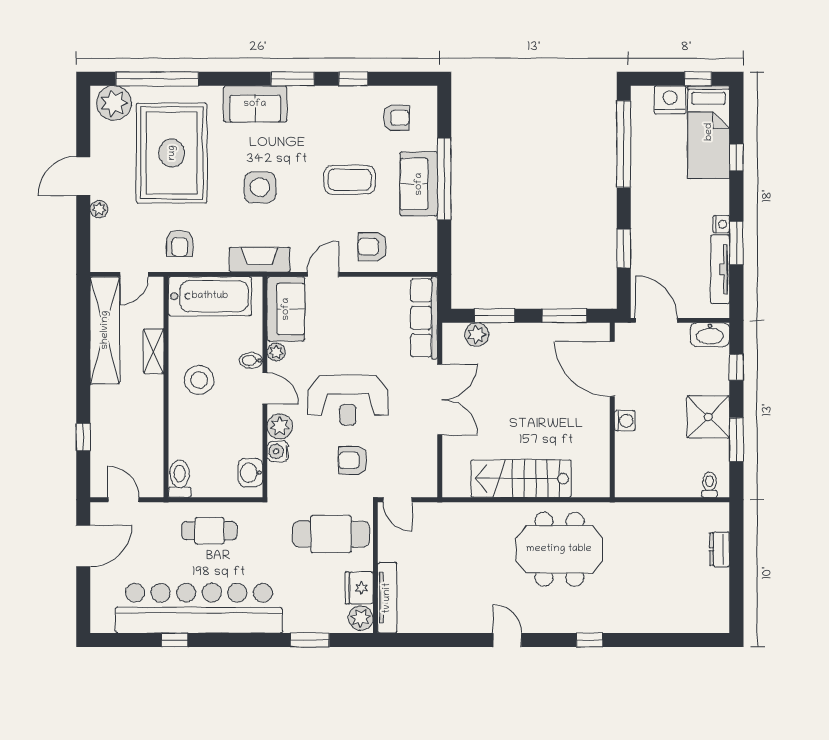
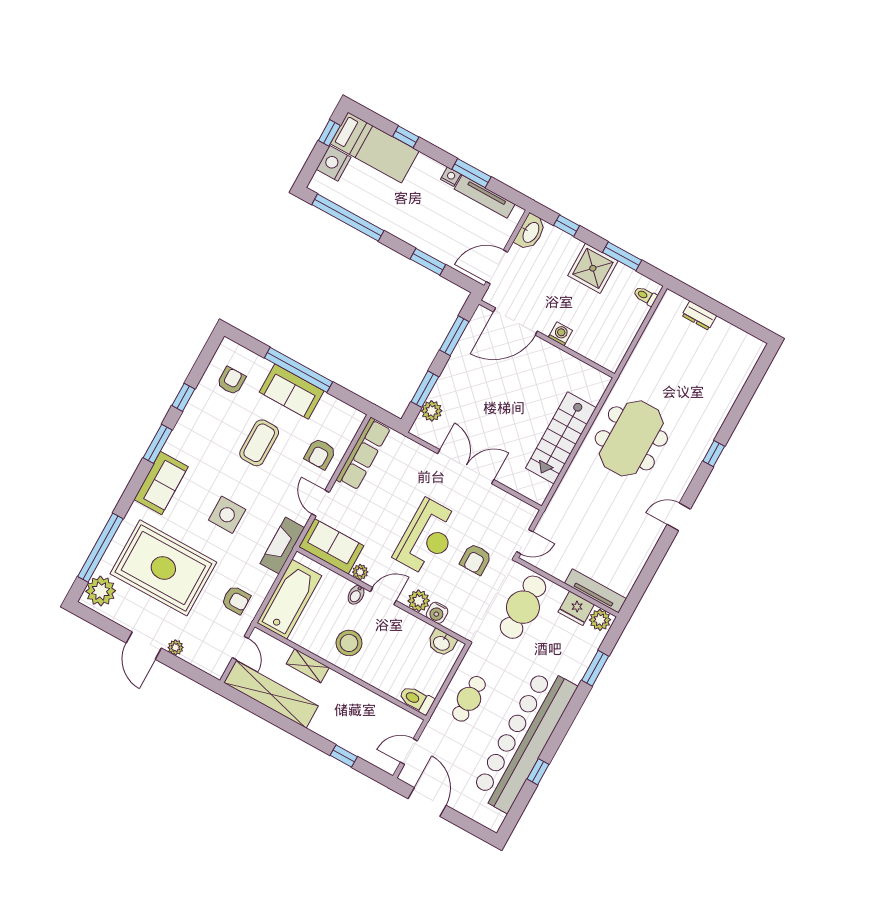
row of seats: (424, 318) -> (363, 454), moved, turned -90

